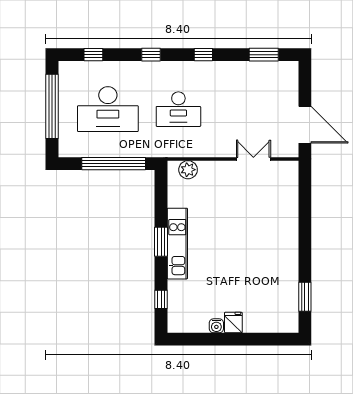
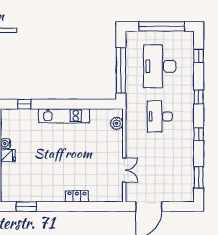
locker: (291, 225) -> (77, 196), added
window: (161, 242) -> (65, 104), removed

